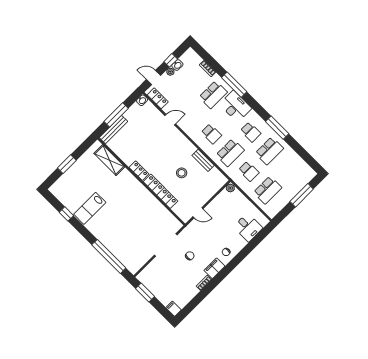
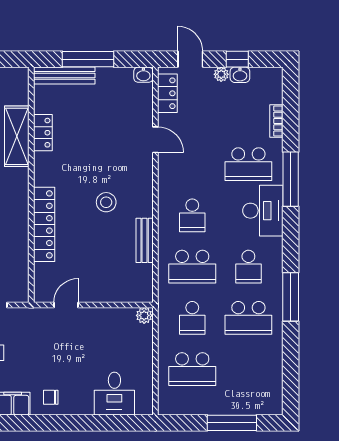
shelving: (109, 160) -> (17, 136), moved
locker: (139, 171) -> (43, 133), moved
stool: (182, 173) -> (106, 202), moved
door: (198, 213) -> (66, 305), swing flipped

